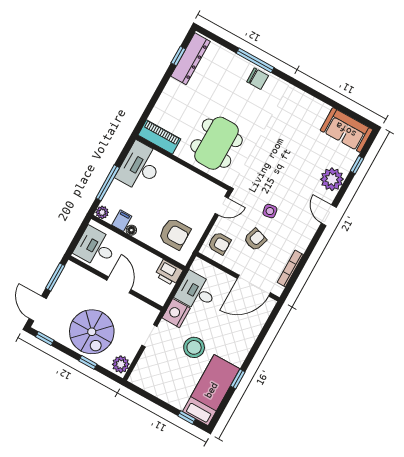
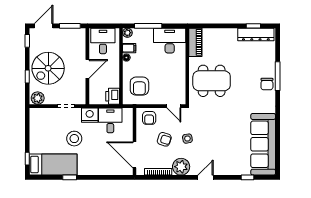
sofa: (346, 130) -> (263, 144), width x1.85, depth x1.27
plant: (332, 179) -> (181, 167), moved

